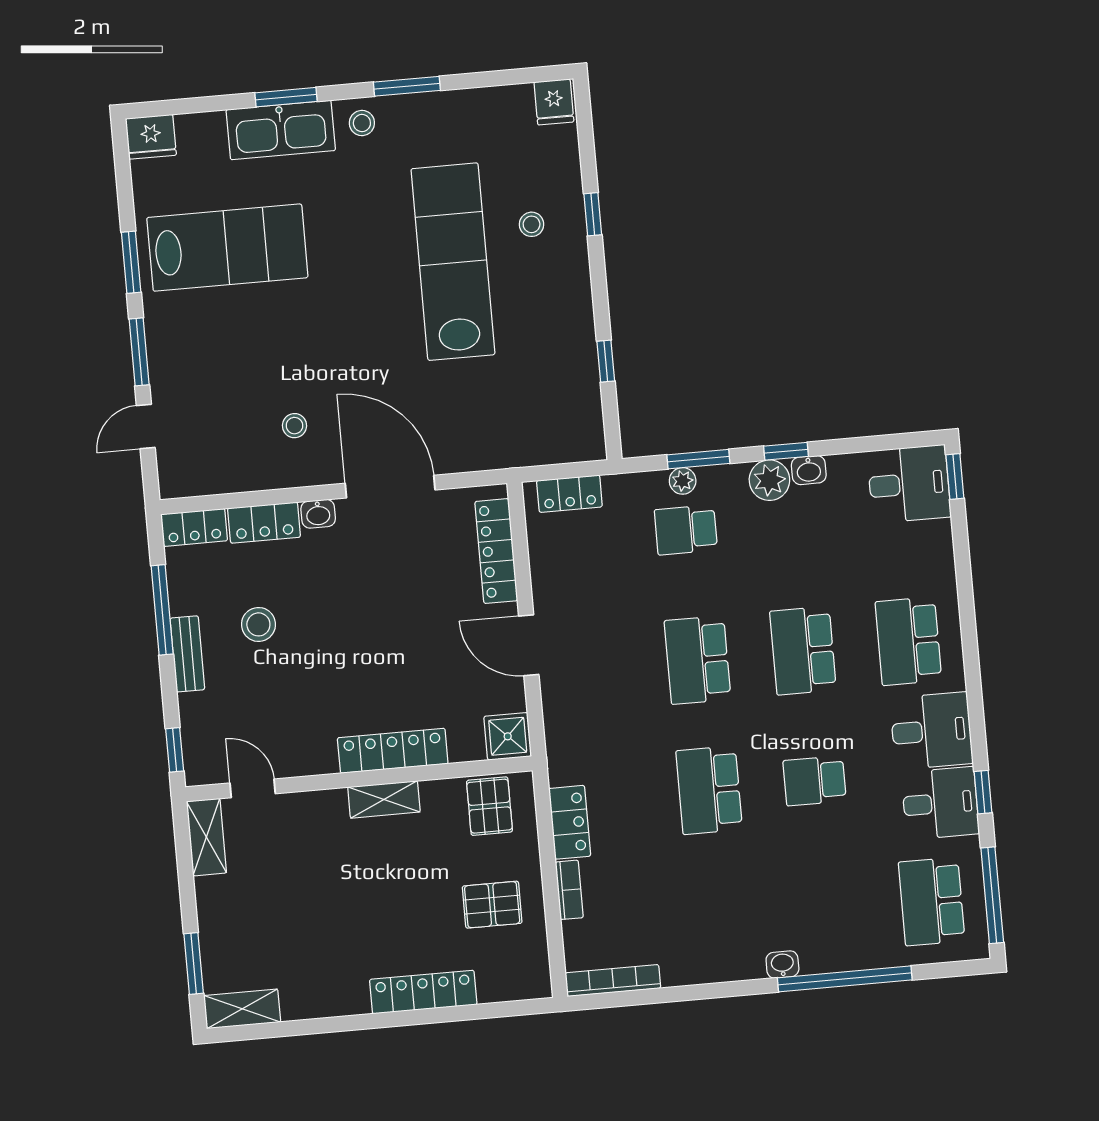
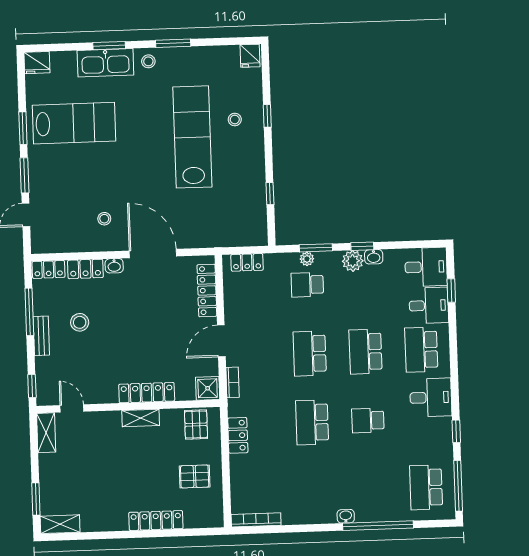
window: (955, 476) -> (451, 290), moved
door: (529, 645) -> (221, 341), hinge flipped
desk: (940, 803) -> (429, 305), moved
bookcase: (569, 890) -> (233, 382), moved

